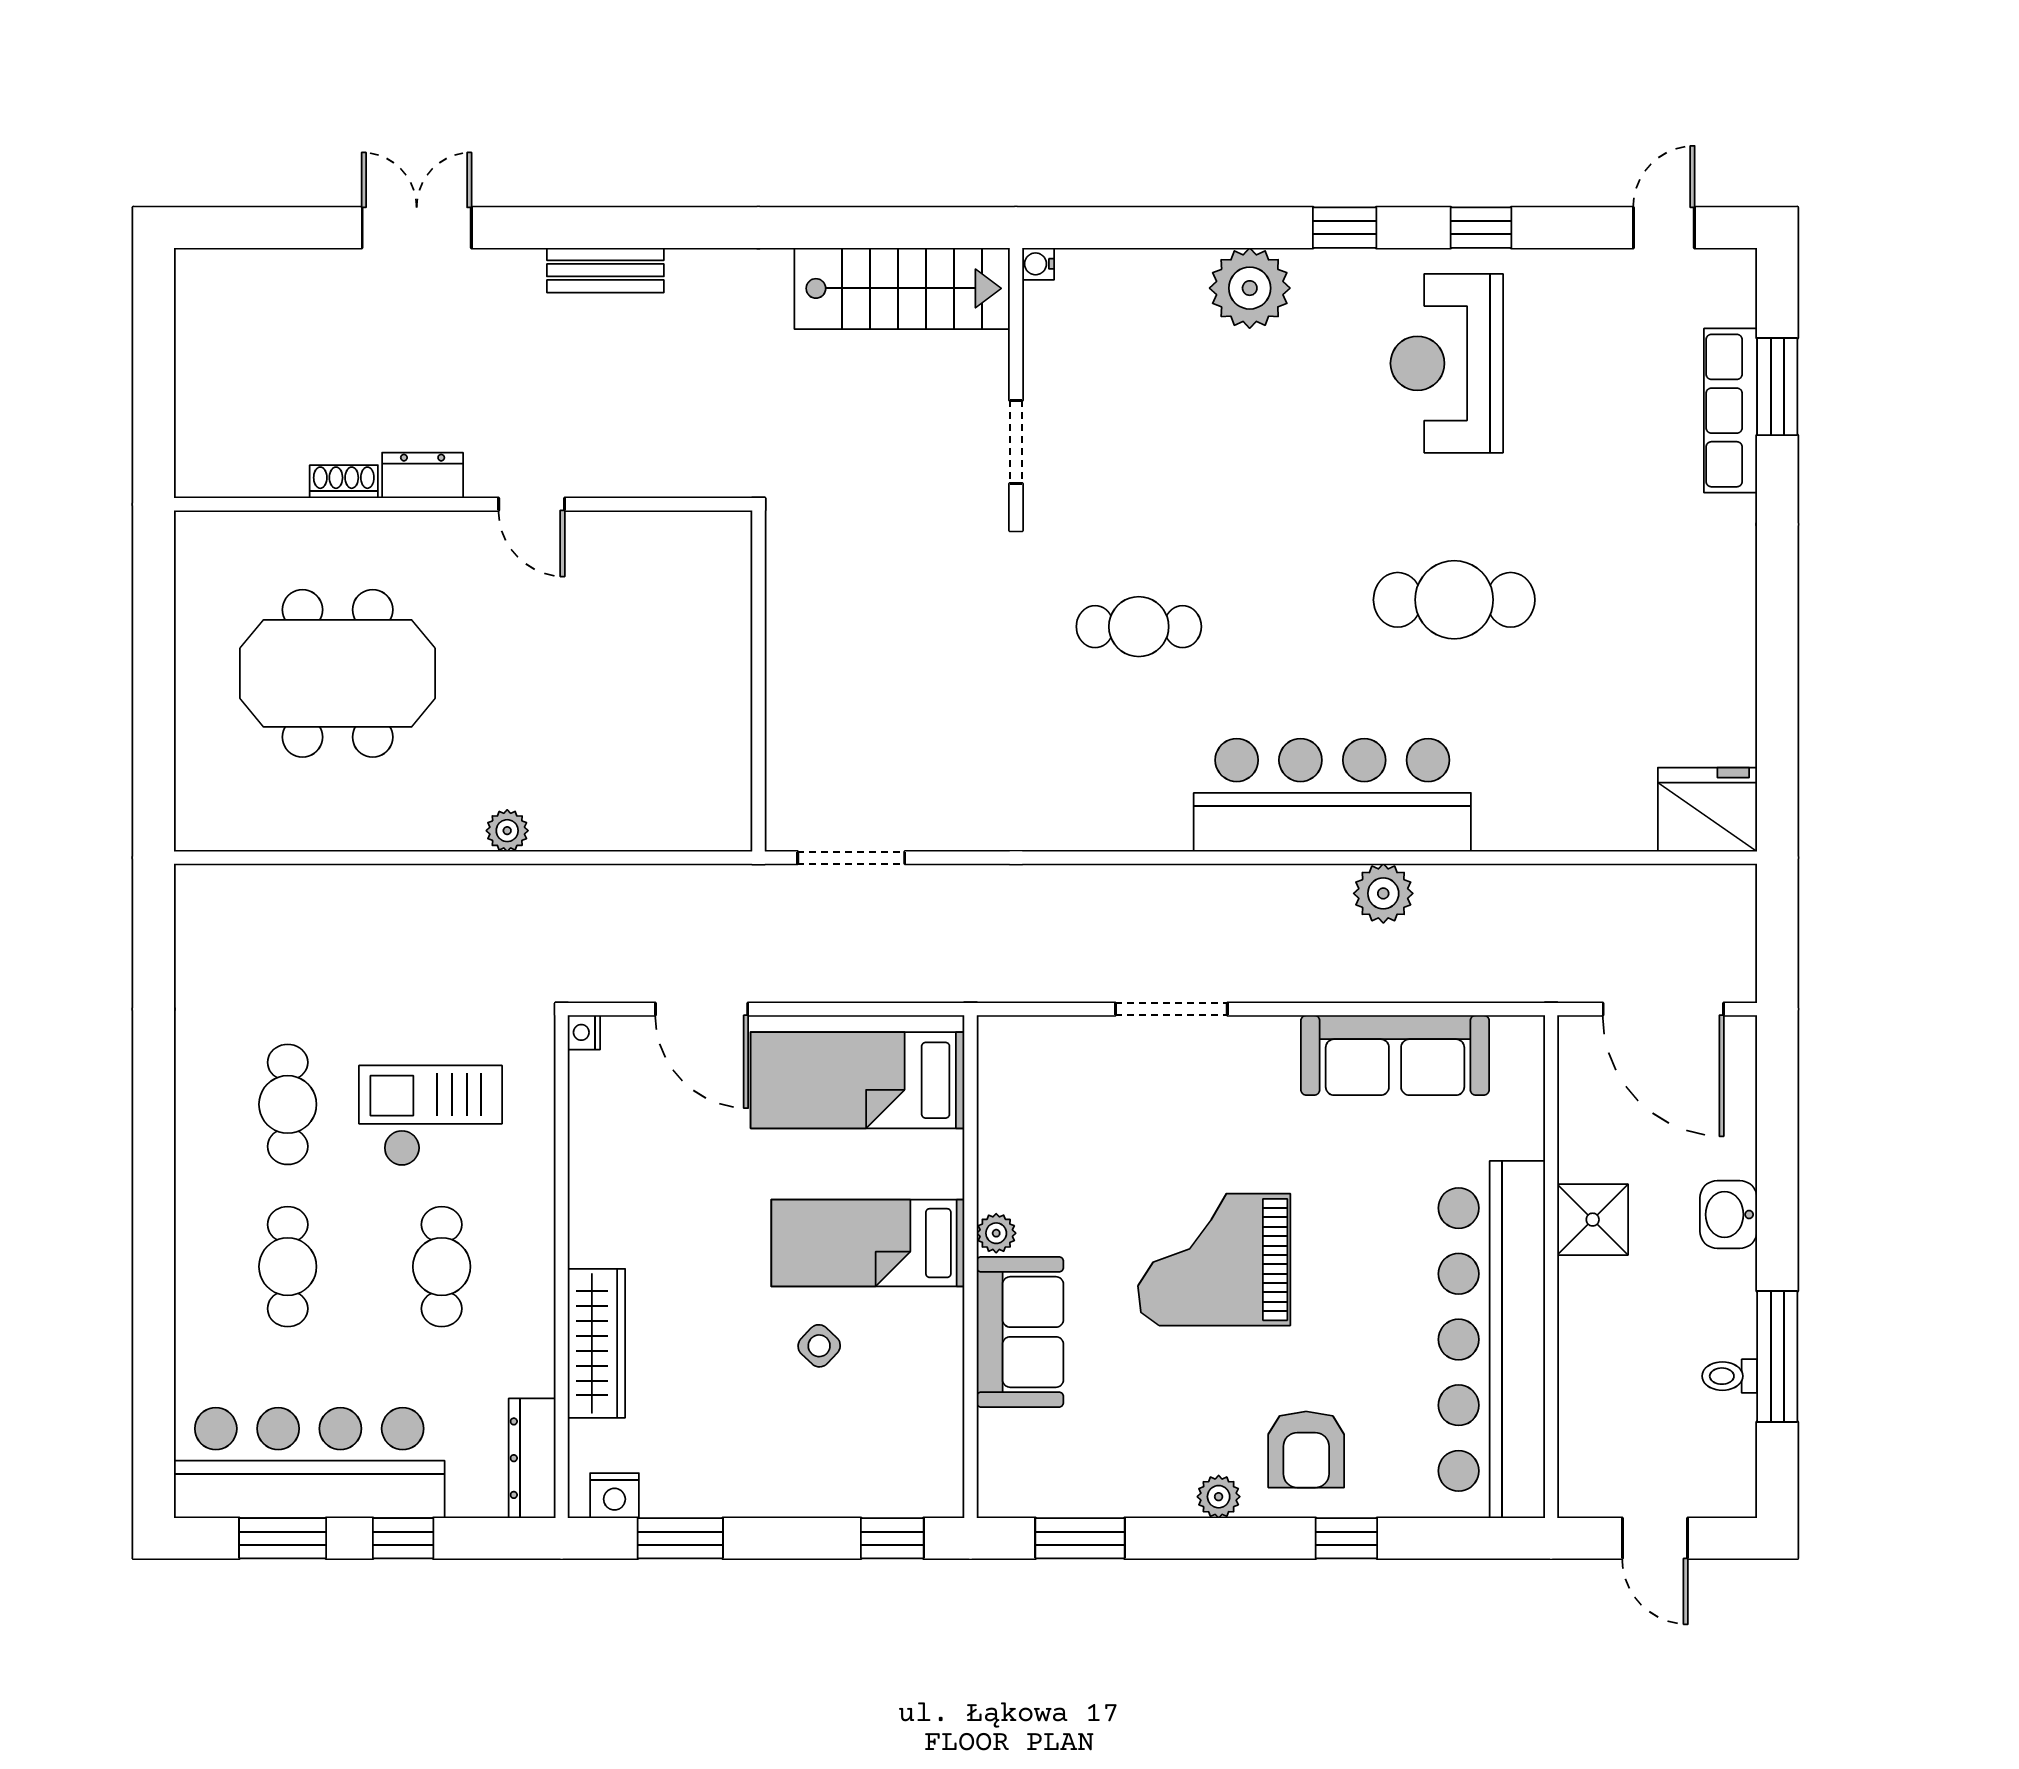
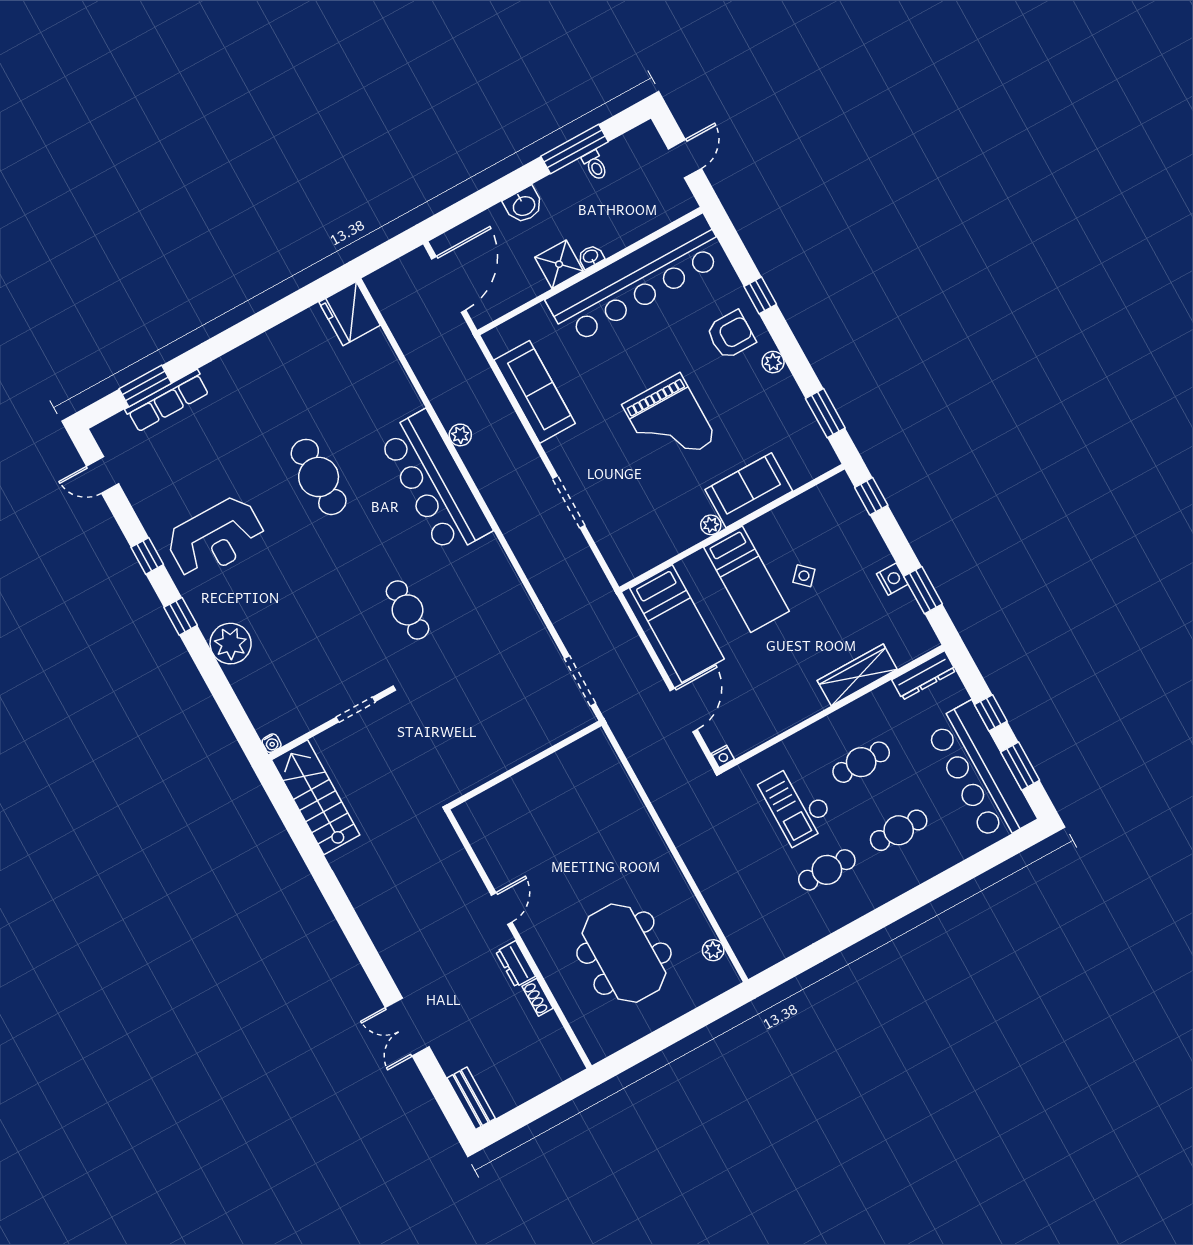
bench: (605, 270) -> (471, 1098), moved
plant: (507, 831) -> (713, 950), moved
plant: (1383, 893) -> (460, 435), width x0.73, depth x0.73
washbasin: (1575, 1282) -> (591, 257), added
nightstand: (614, 1496) -> (892, 579), moved

